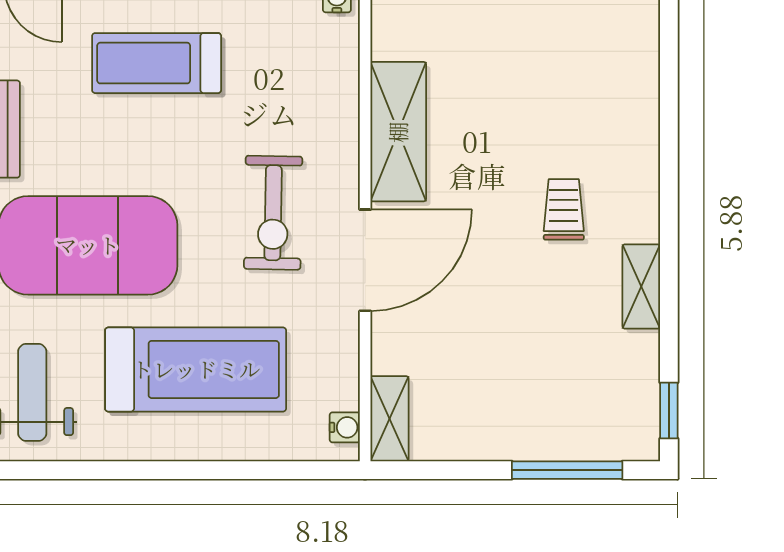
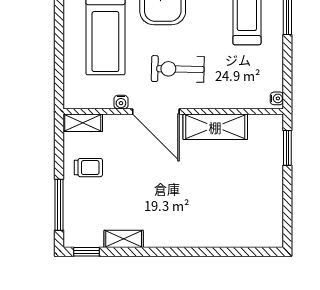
trolley: (564, 209) -> (88, 168), moved
shelving: (641, 287) -> (124, 239), moved
water cooler: (345, 427) -> (121, 102), moved

